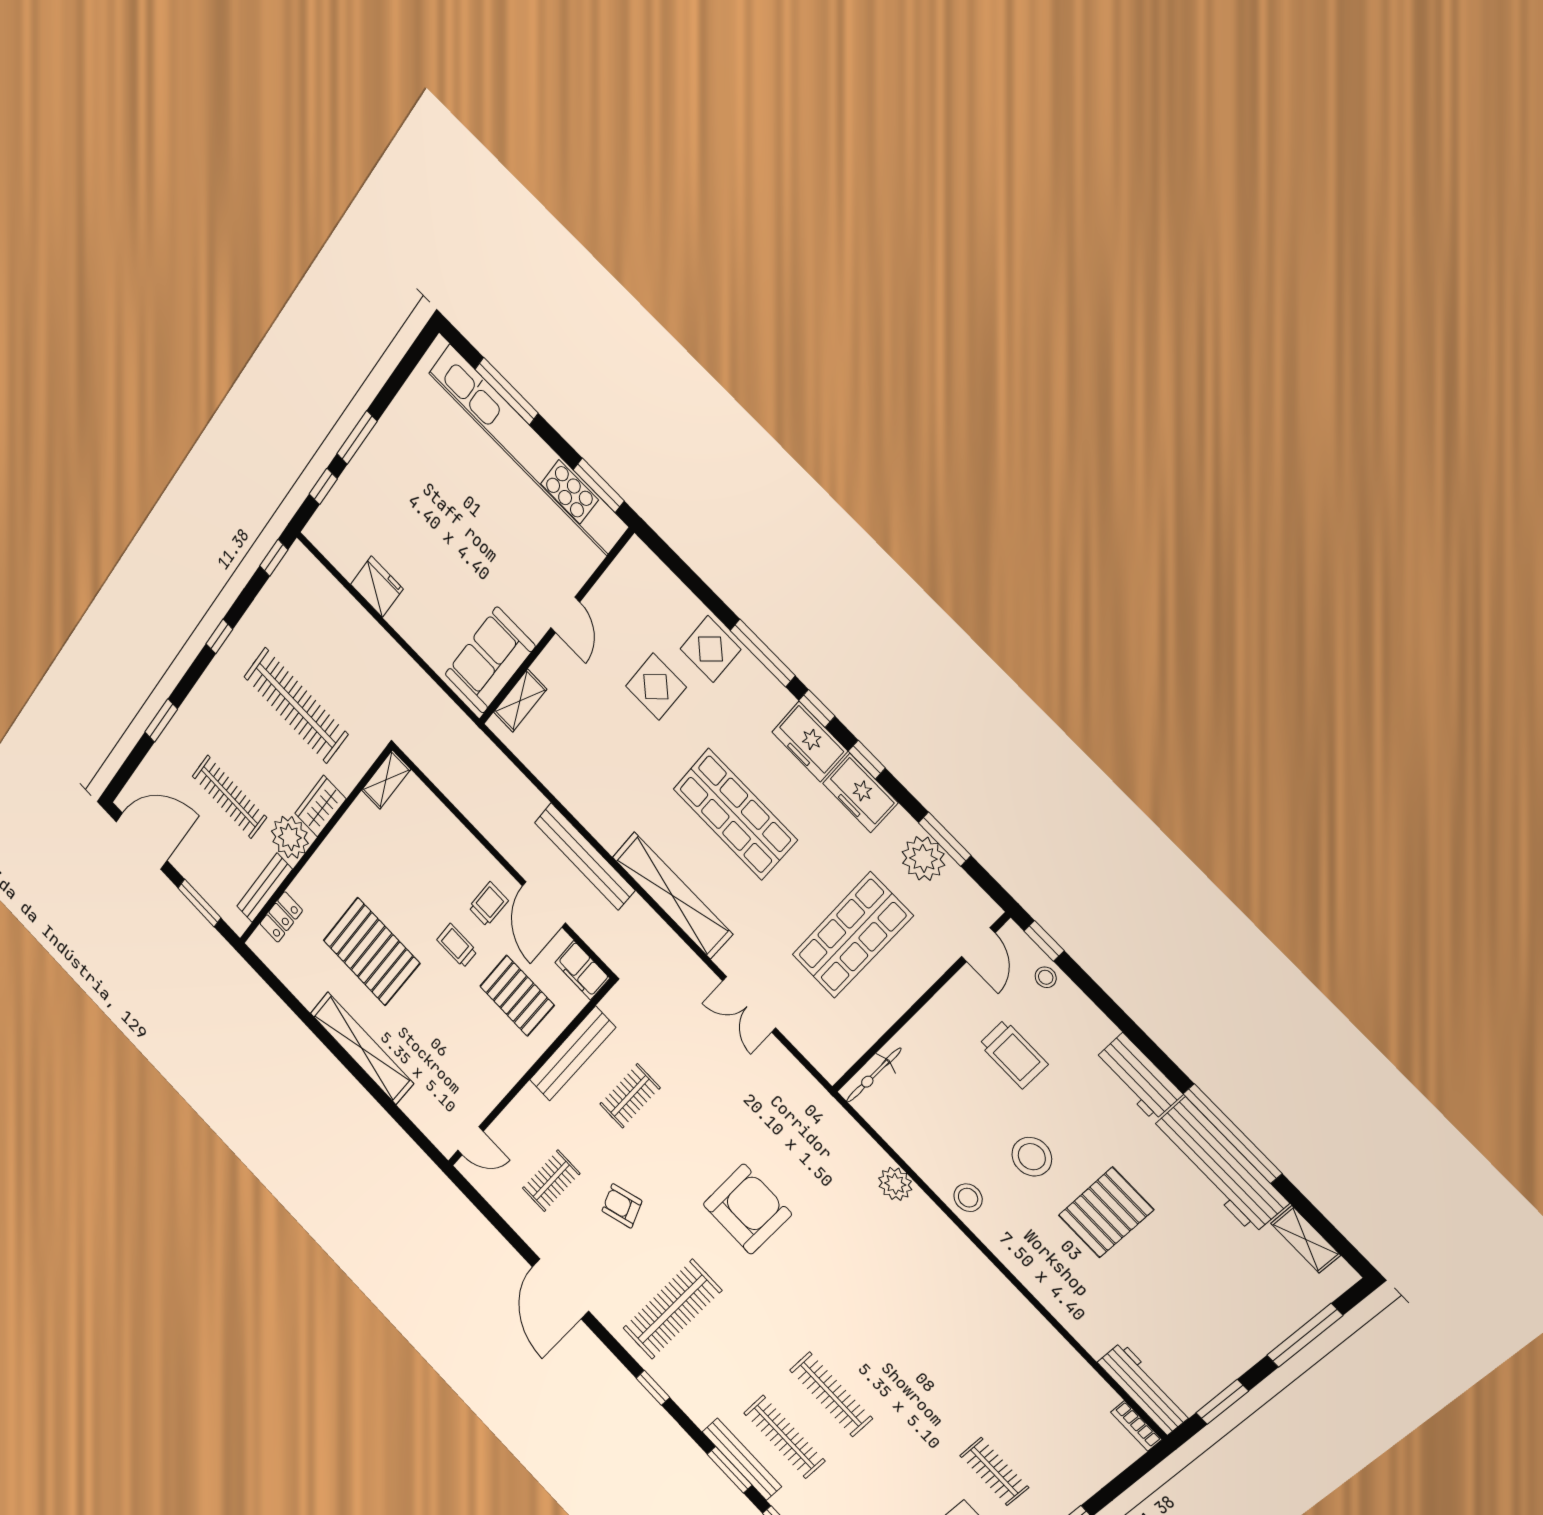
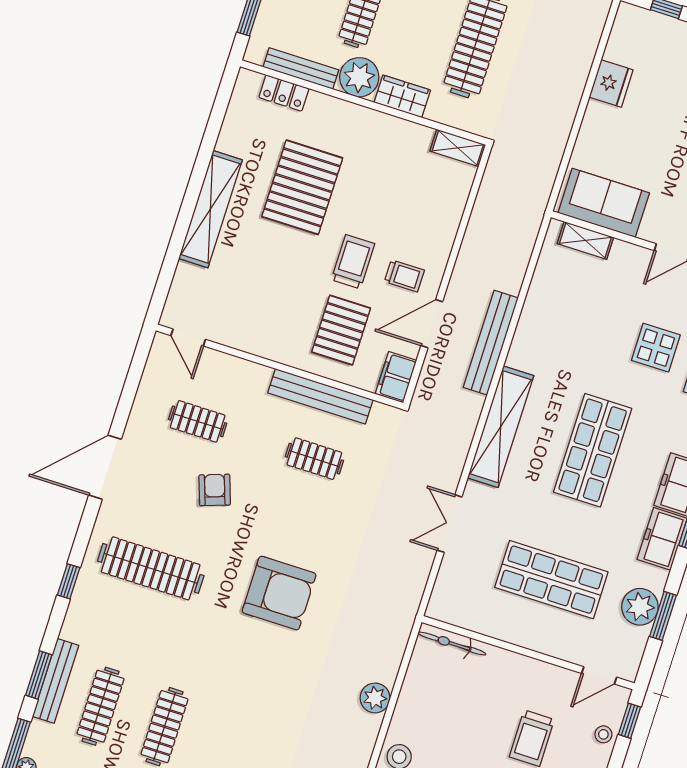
trolley: (457, 946) -> (353, 262), width x1.36, depth x1.39

